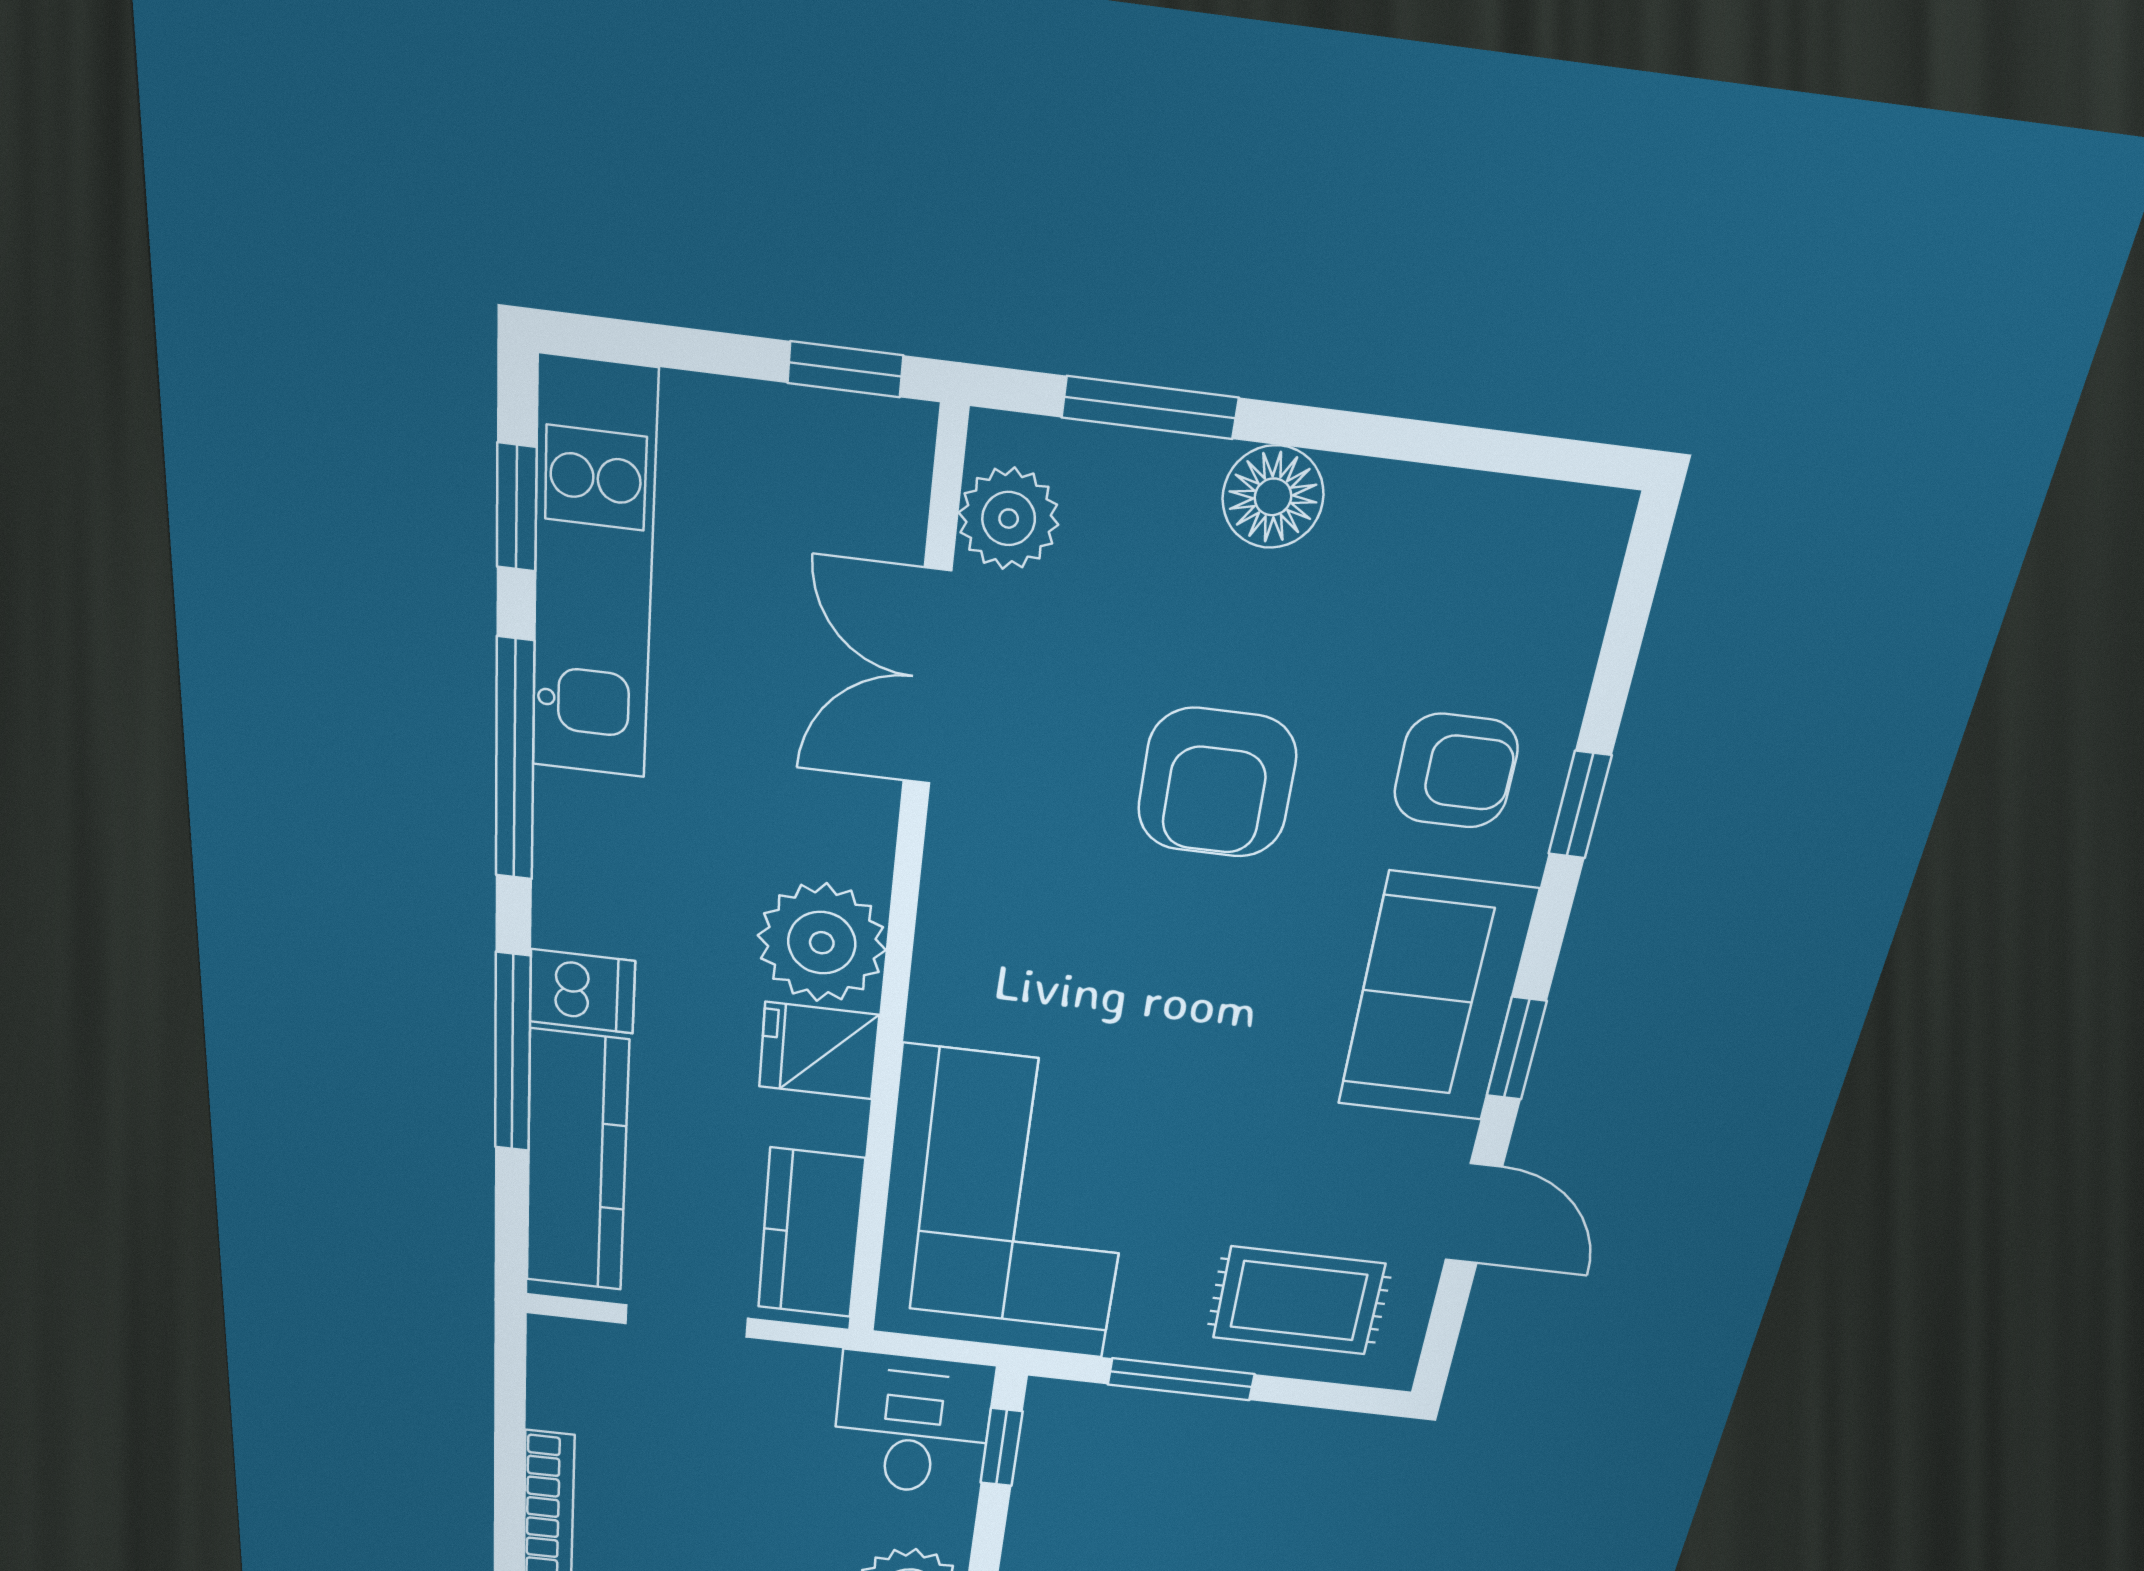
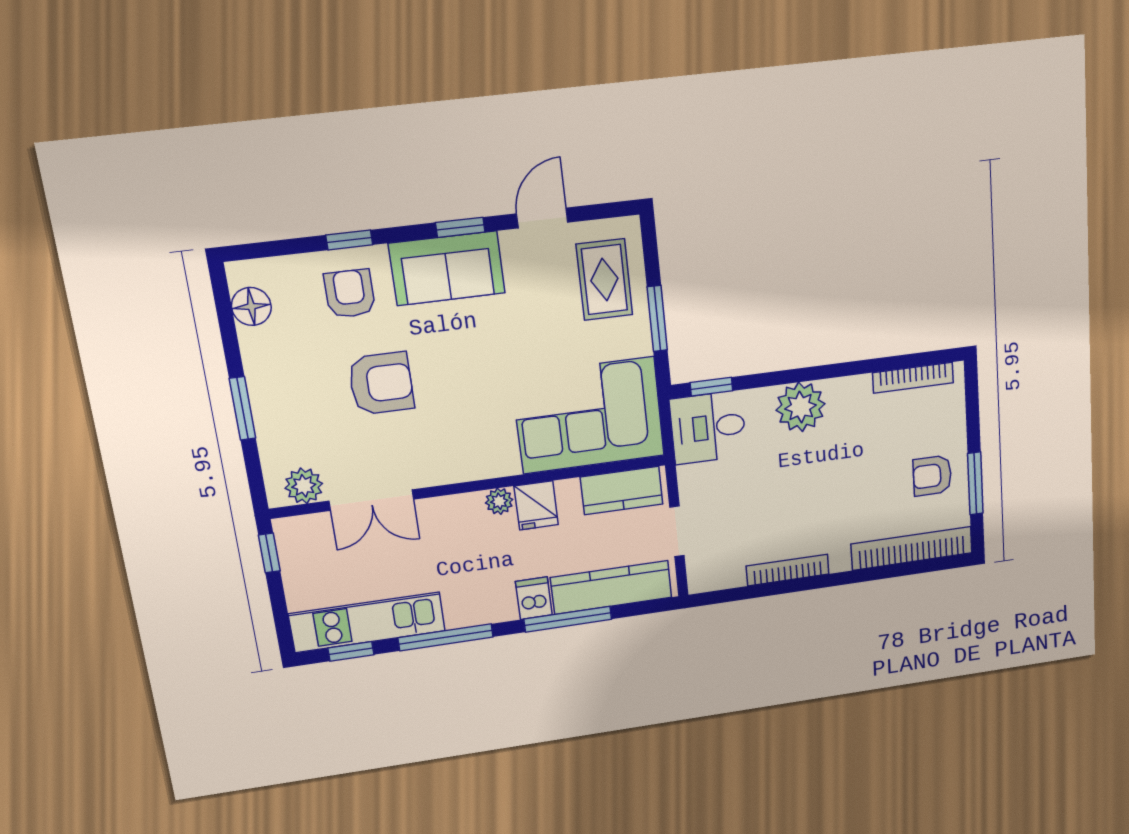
window: (1150, 408) -> (242, 408), moved
floor lamp: (1273, 497) -> (251, 306), moved
plant: (822, 943) -> (499, 501), width x0.53, depth x0.53

